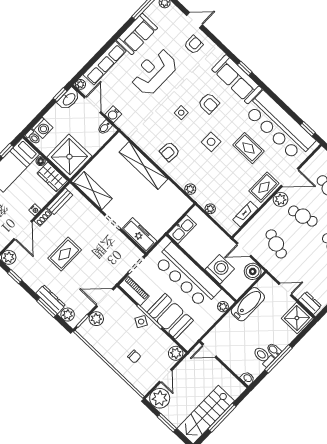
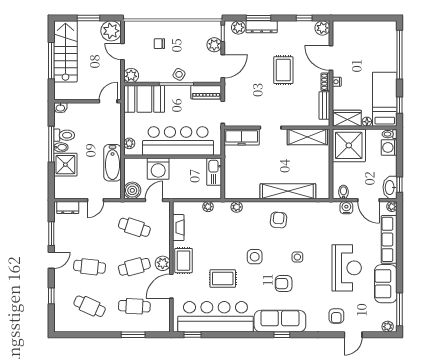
booth: (170, 316) -> (144, 99), moved
shower: (297, 318) -> (65, 165), moved

